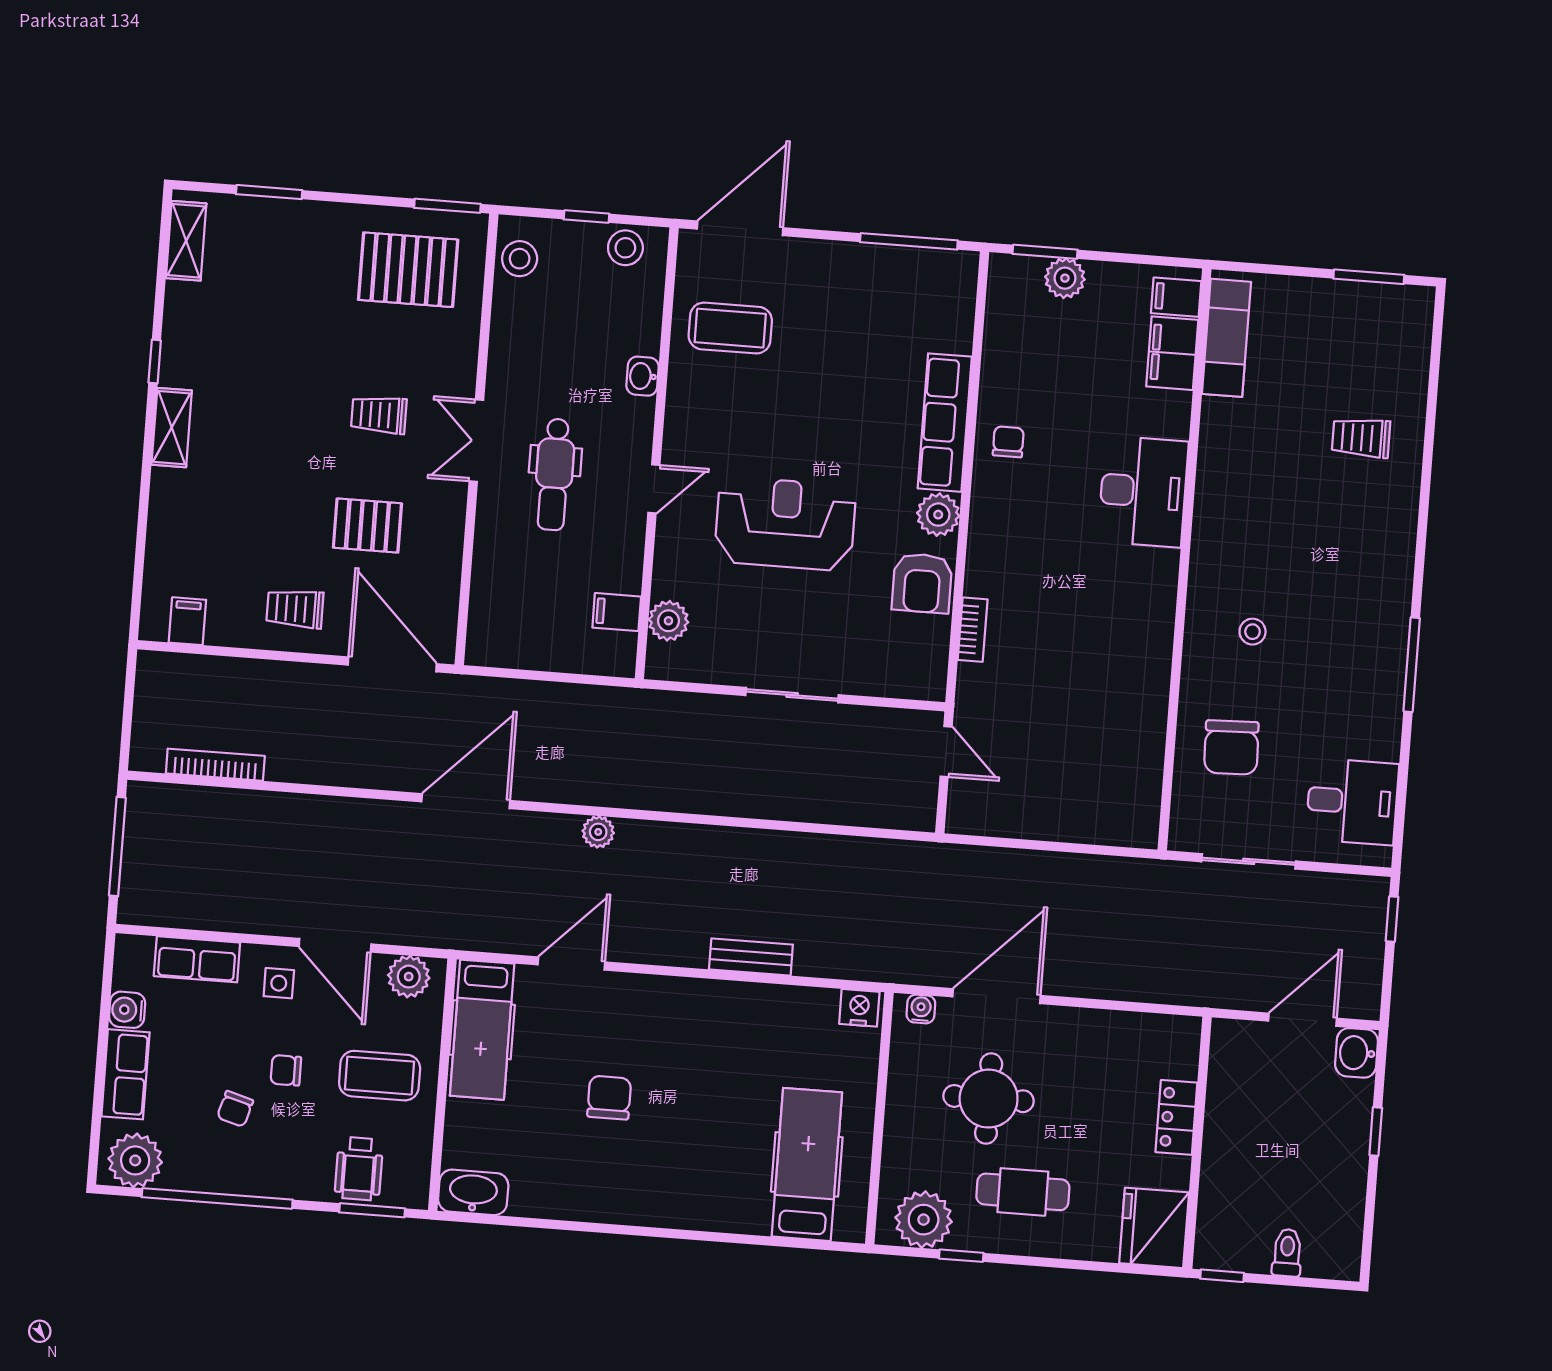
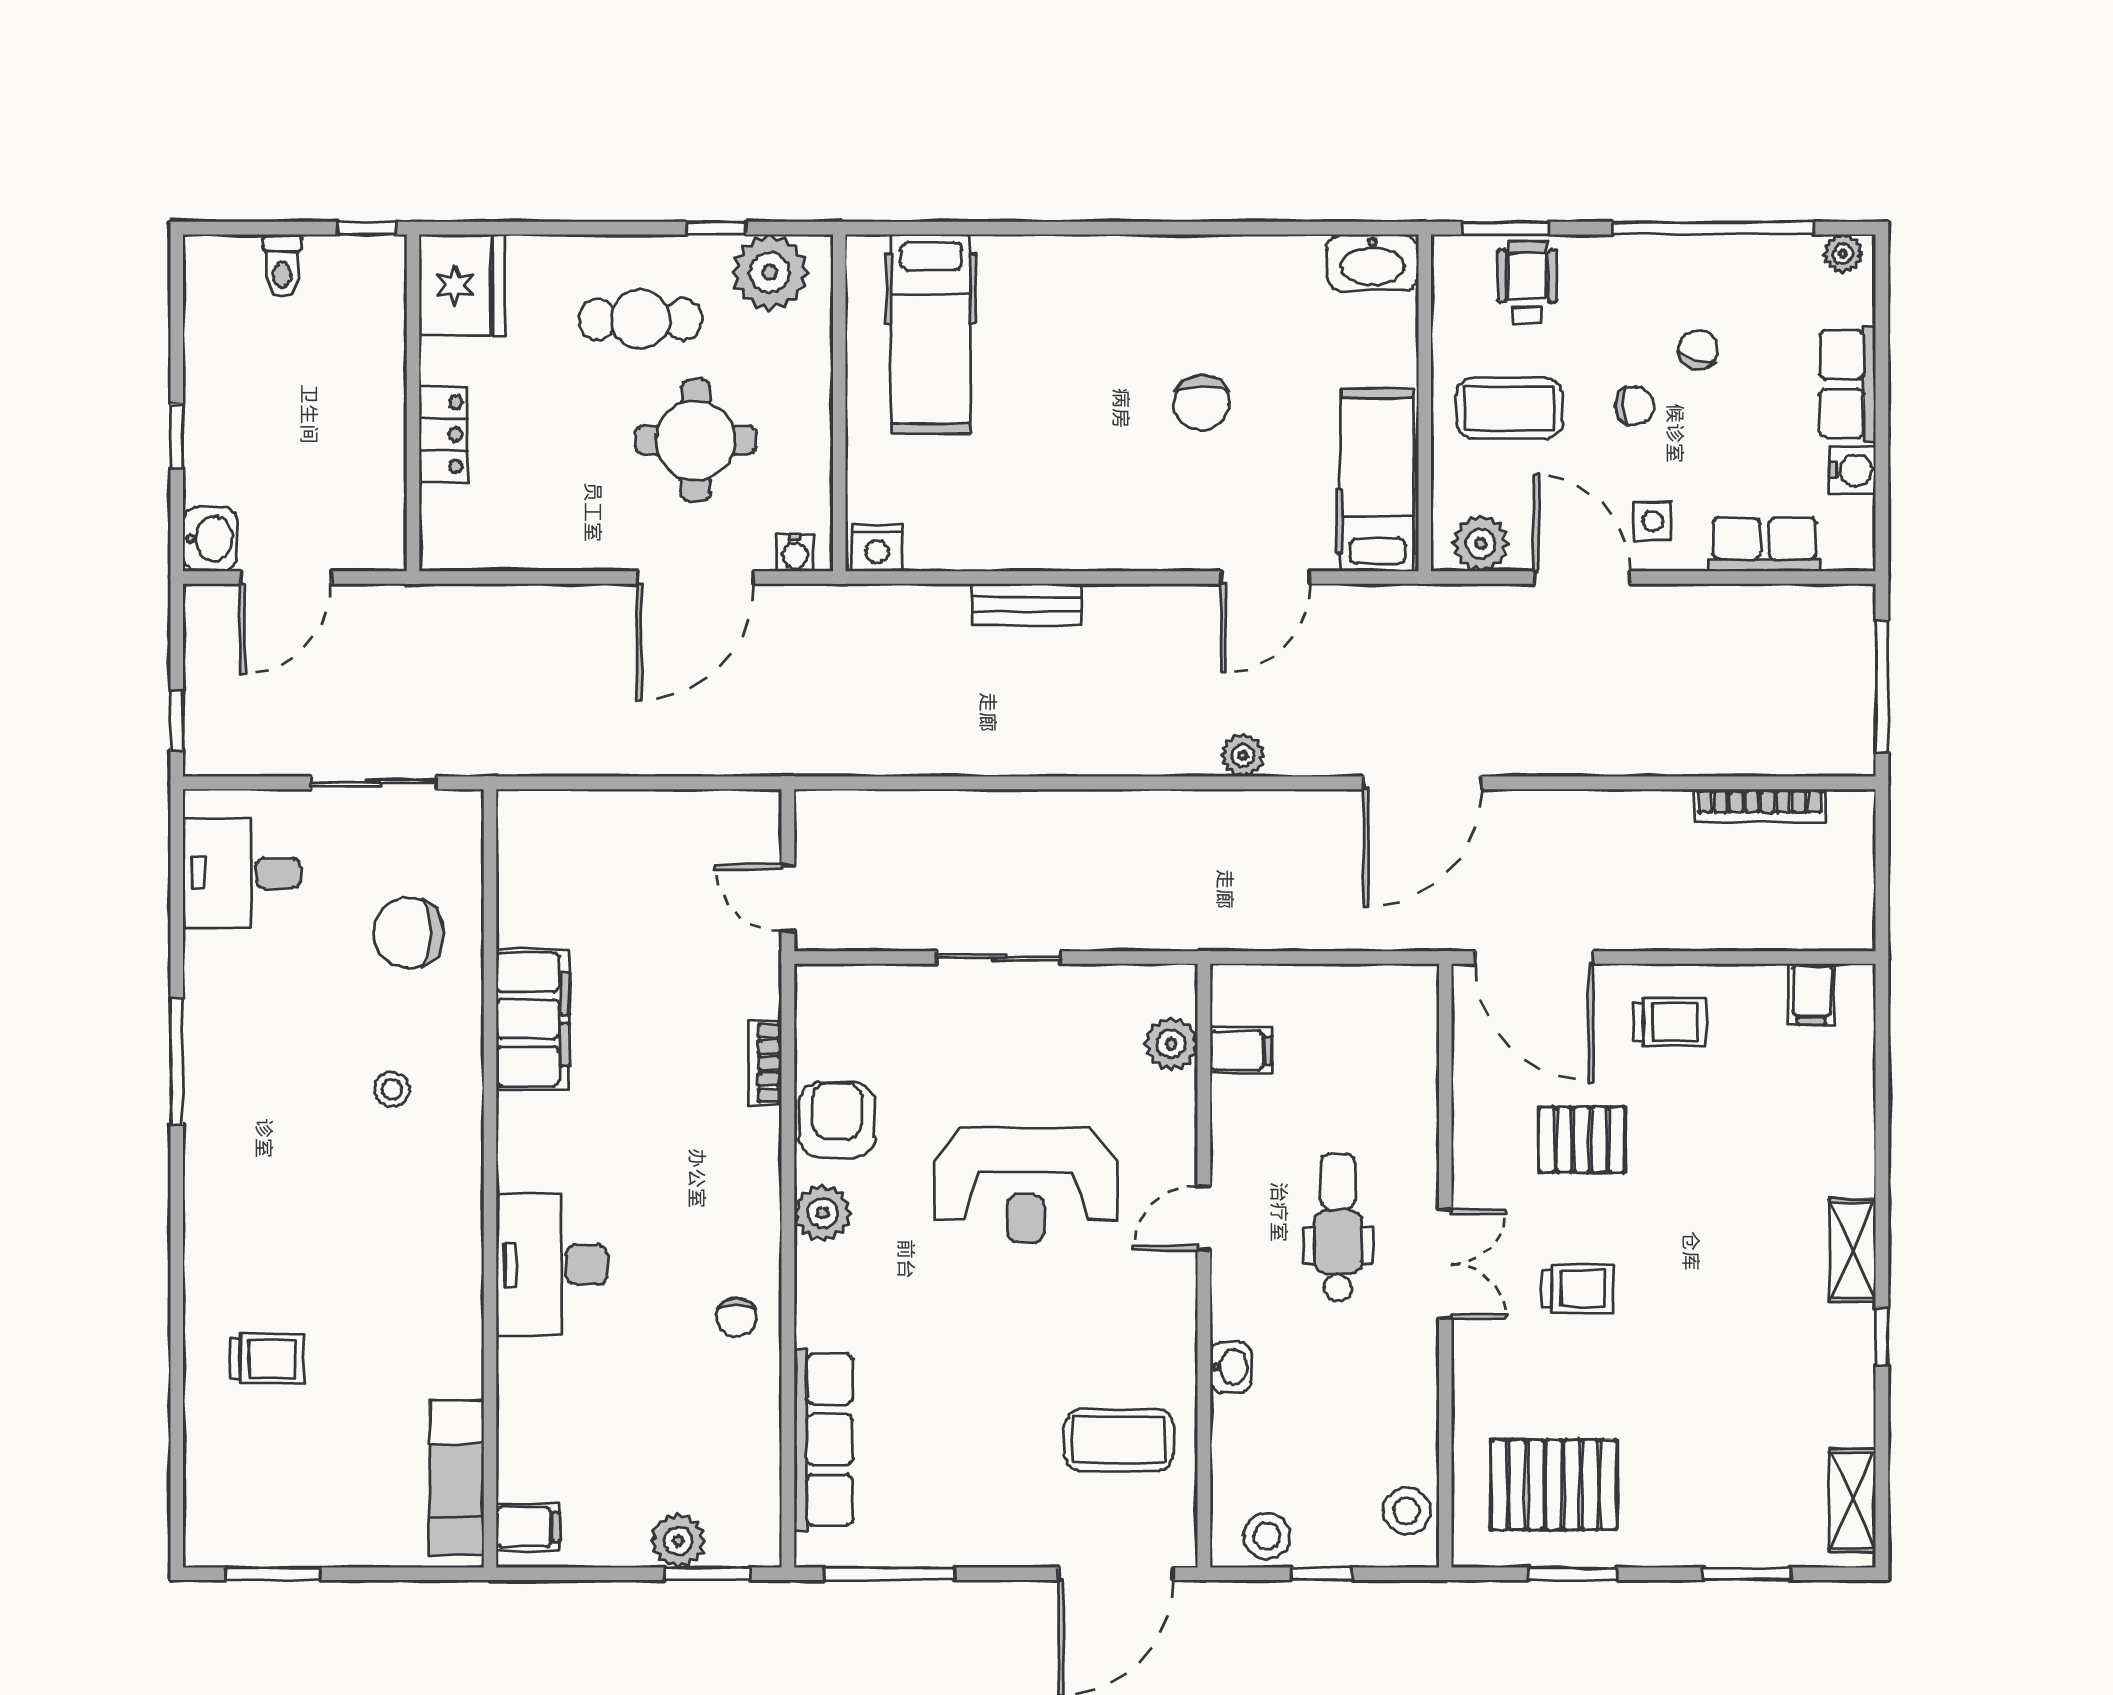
window: (447, 206) -> (1573, 1574), moved
filing cabinet: (1172, 353) -> (533, 1019), moved, width x1.50, depth x1.17
row of seats: (945, 423) -> (823, 1440), moved
chair: (1231, 747) -> (408, 933), turned -88
plant: (135, 1160) -> (1843, 254), width x0.53, depth x0.53

